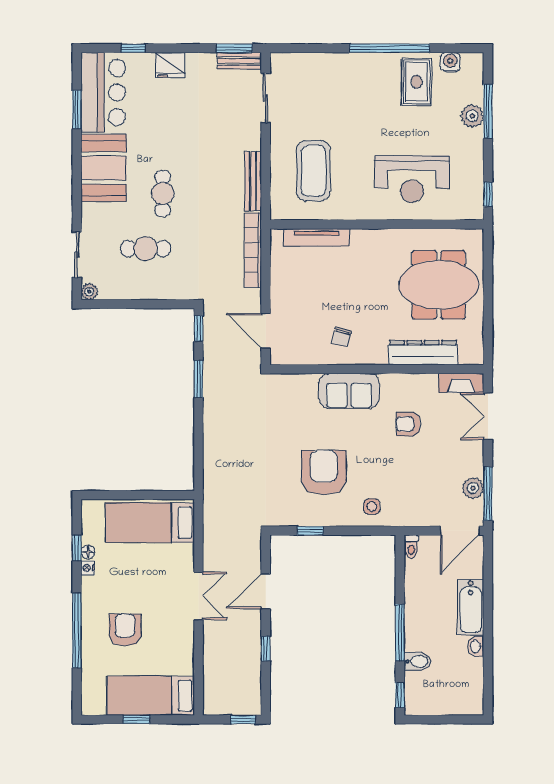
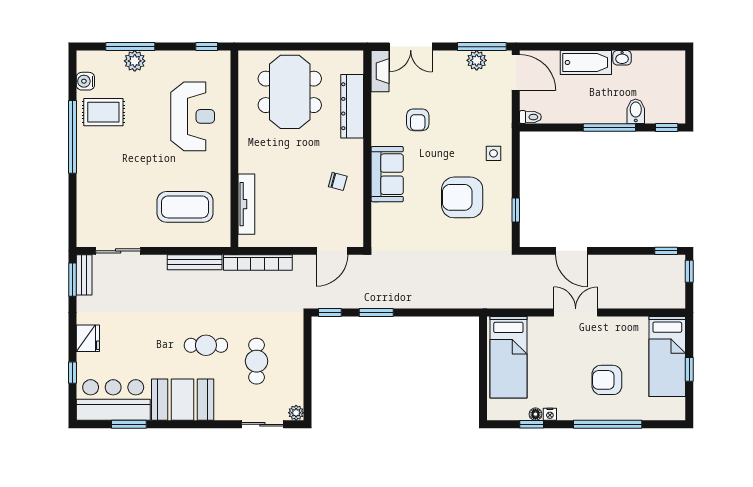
window: (266, 649) -> (666, 251), moved

